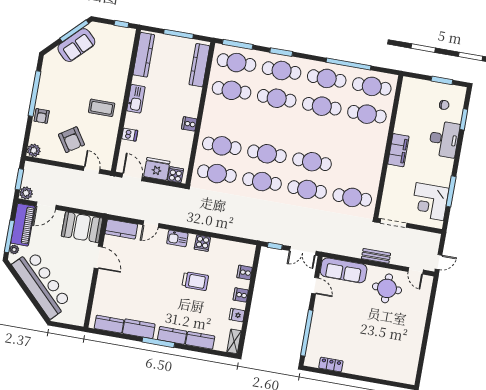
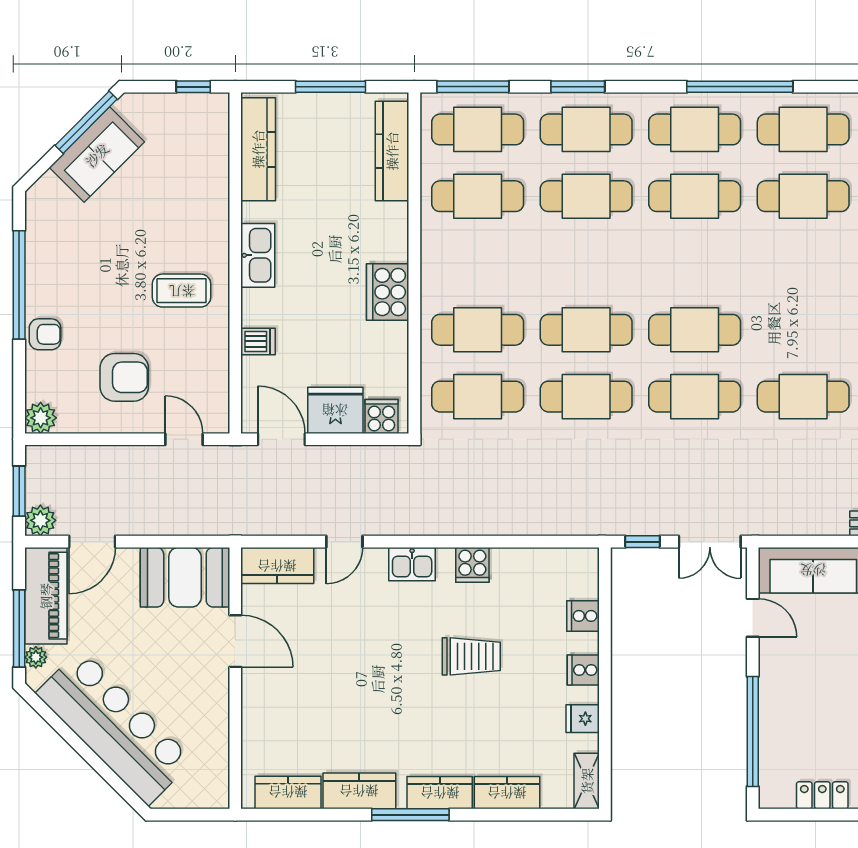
armchair: (42, 116) -> (45, 334), turned -90
cooker: (189, 124) -> (388, 292), width x1.87, depth x1.31
armchair: (71, 140) -> (124, 377), turned -57

